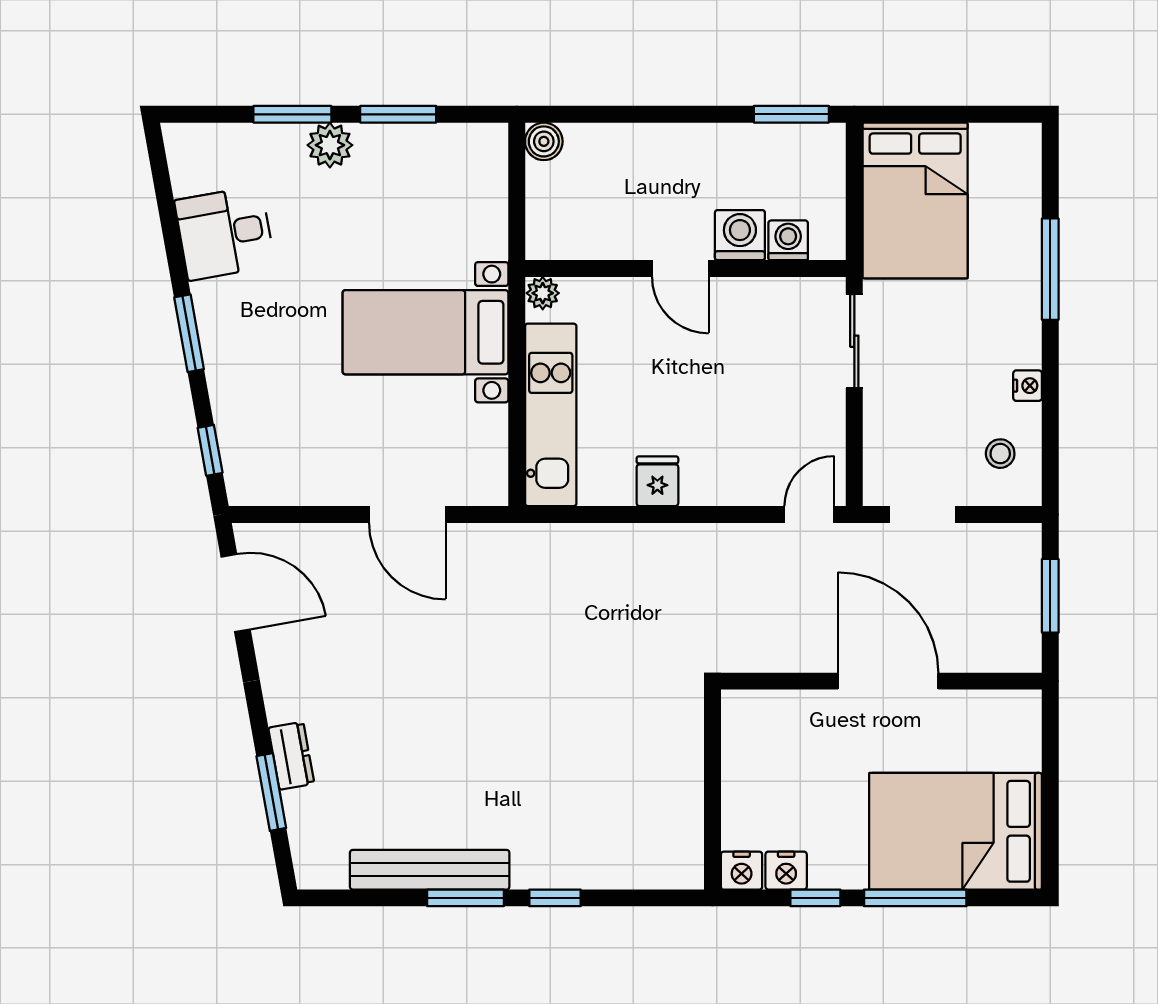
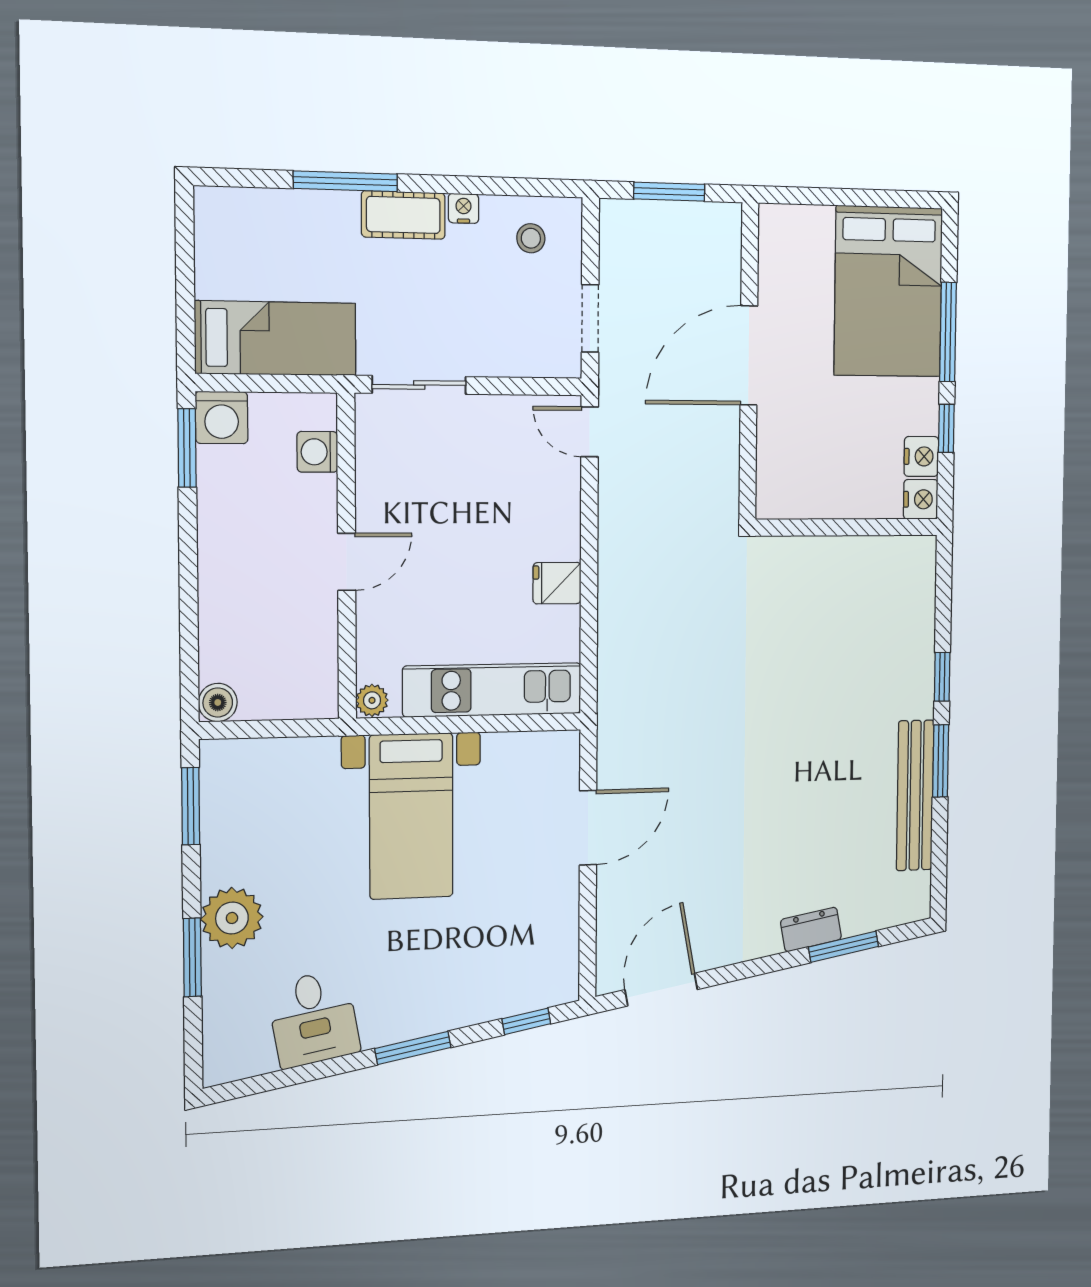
window: (398, 114) -> (191, 806), moved
plant: (330, 145) -> (232, 918), width x1.36, depth x1.36
bed: (915, 200) -> (276, 338), width x0.67
washing machine: (740, 235) -> (222, 417), moved, turned -90
cot: (1019, 326) -> (403, 215), added

